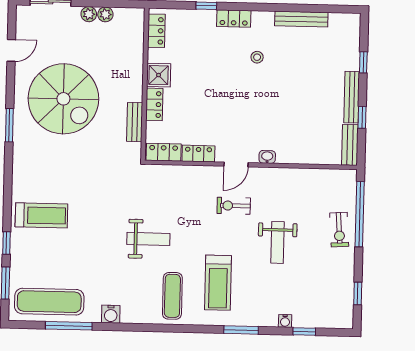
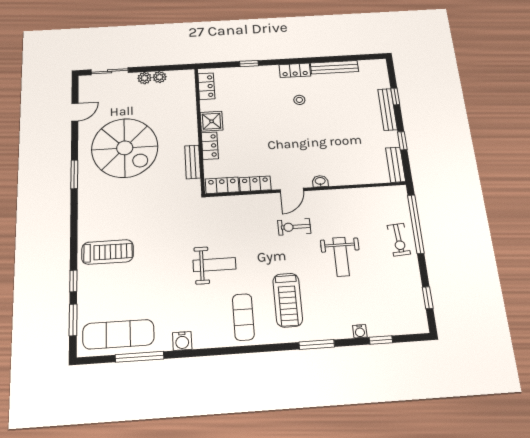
locker: (234, 19) -> (295, 70), moved
bench: (352, 97) -> (387, 109), moved

